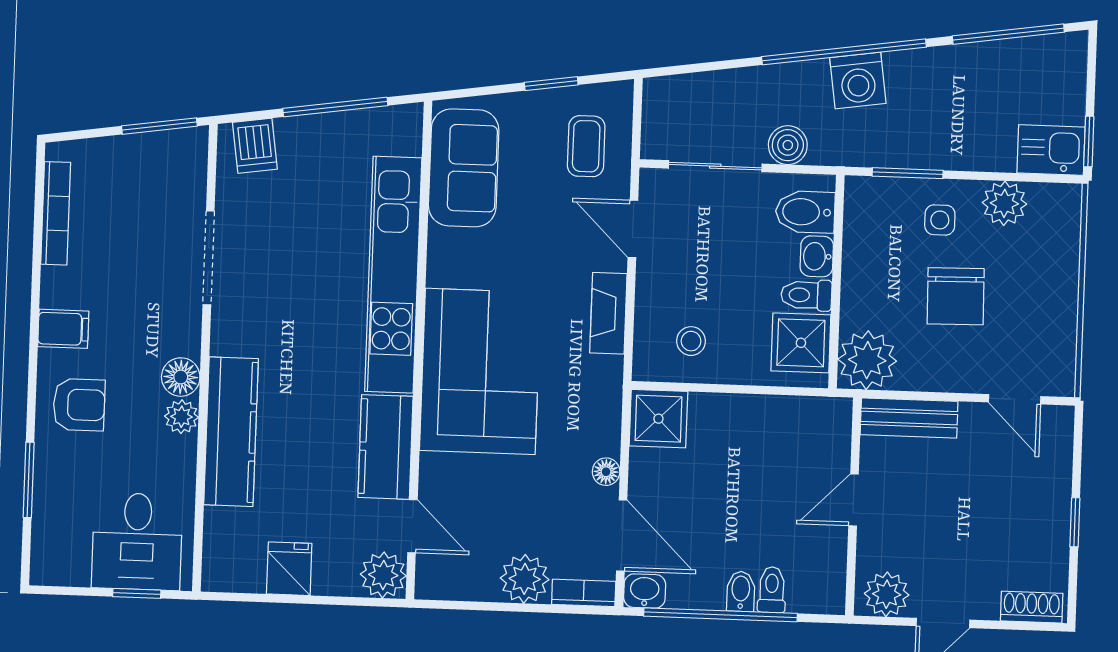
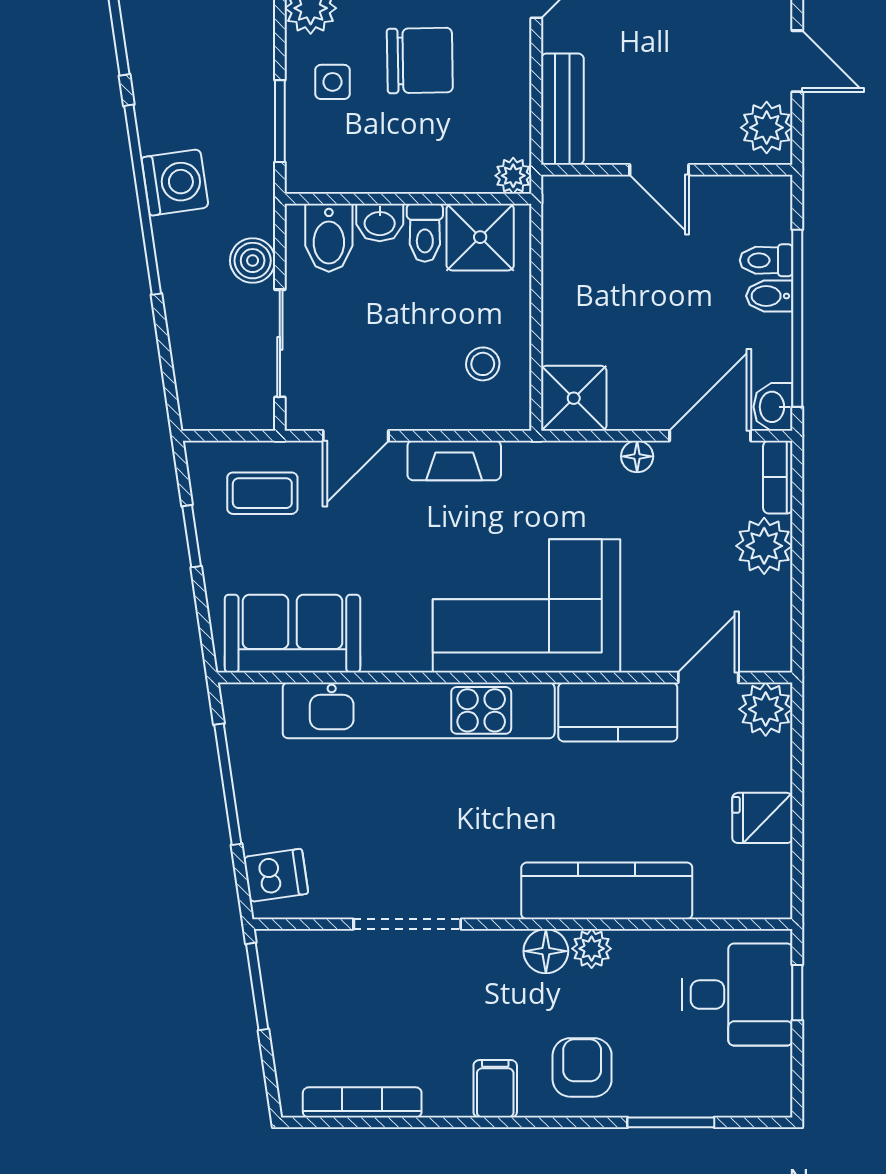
plant: (867, 360) -> (513, 176), width x0.53, depth x0.53

